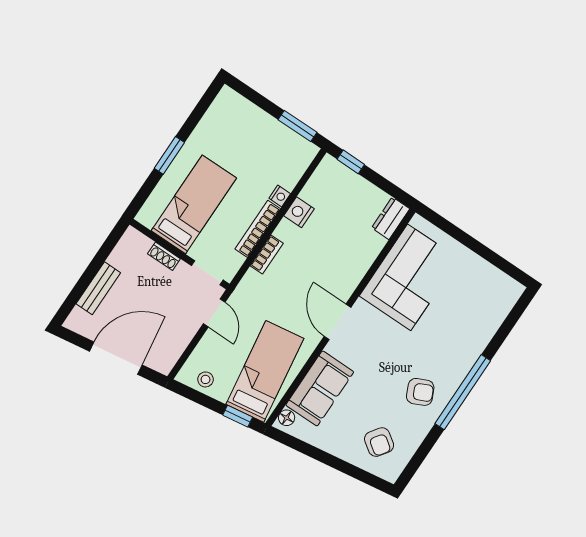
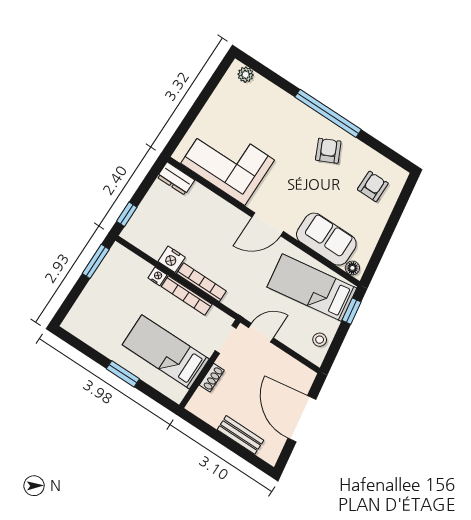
bookcase: (267, 255) -> (201, 282), width x1.56
plant: (508, 299) -> (246, 75), added
armchair: (379, 442) -> (373, 186), turned -35

